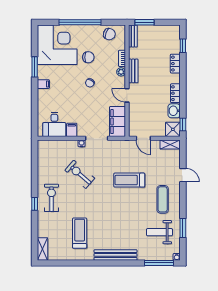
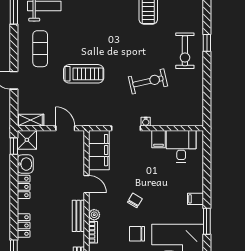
exercise bike: (80, 174) -> (148, 81), turned -54

